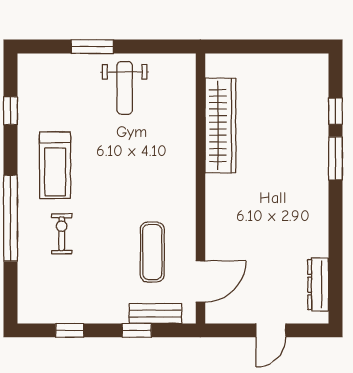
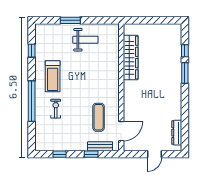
weight bench: (125, 88) -> (85, 40), turned -90

